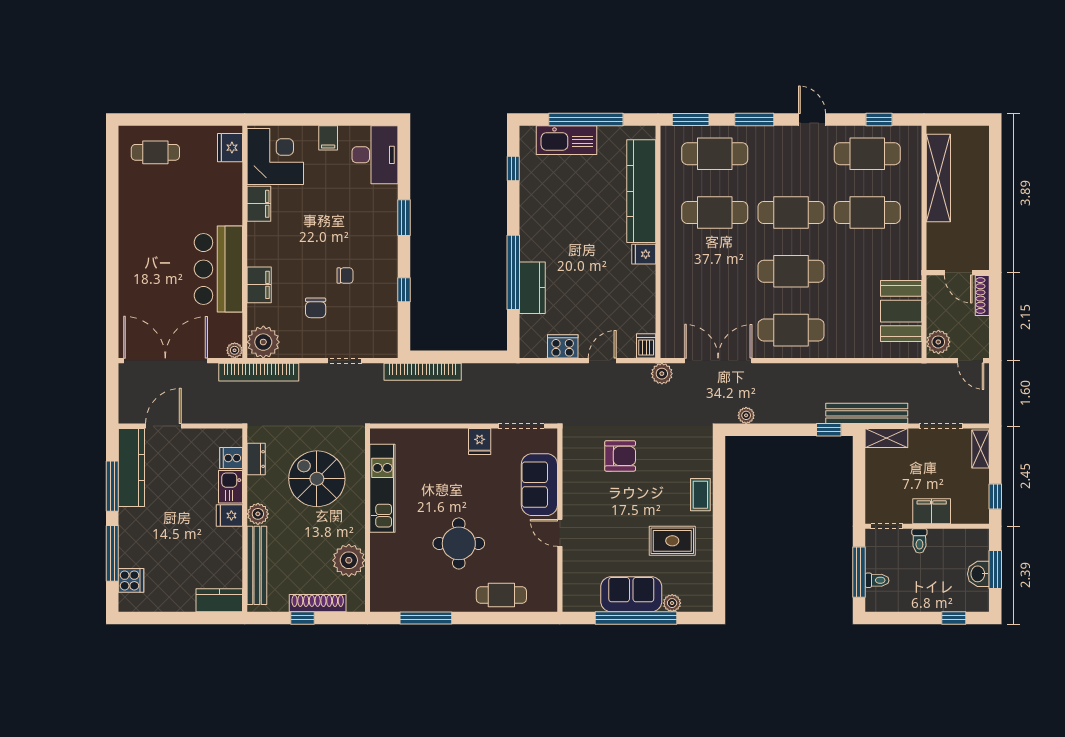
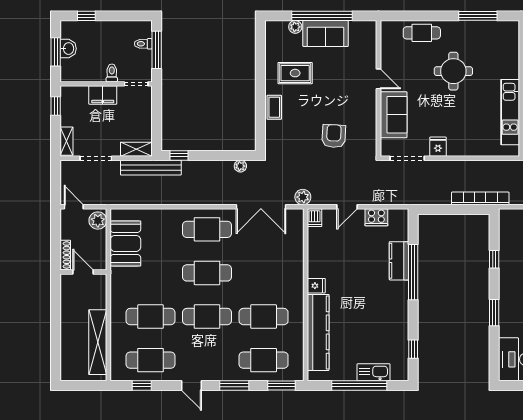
kitchen sink: (566, 140) -> (374, 372), width x0.73, depth x0.81
armchair: (620, 456) -> (334, 136), turned 93

